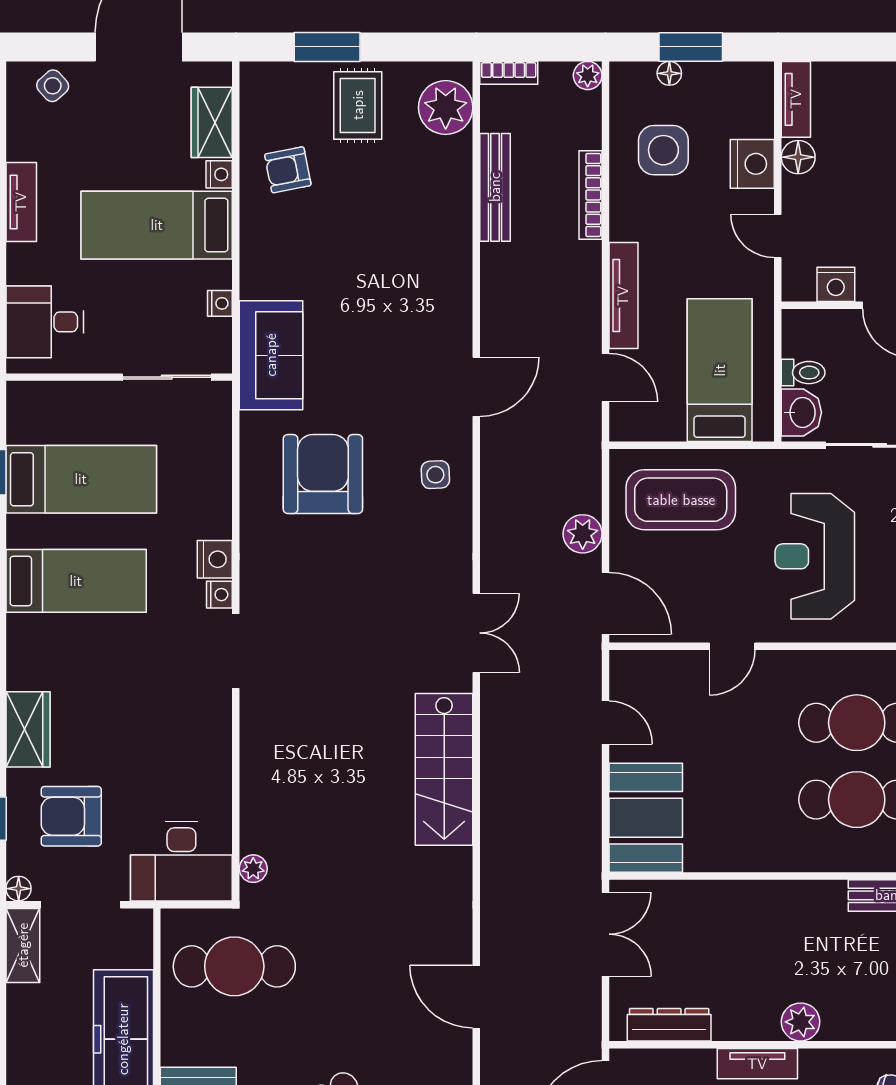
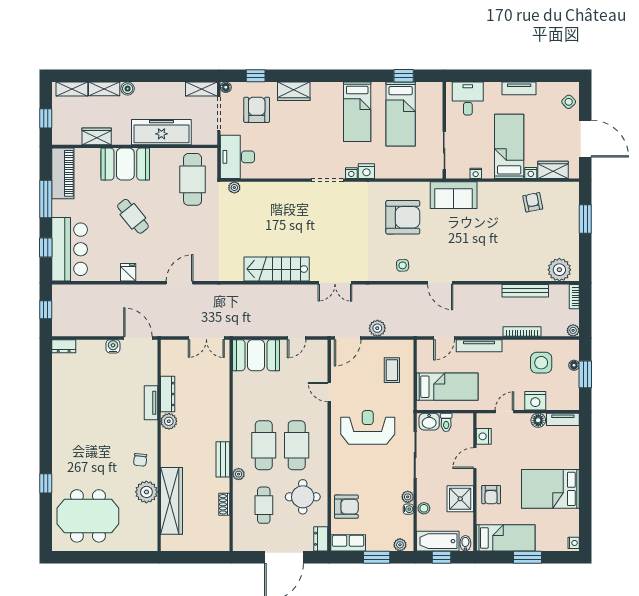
rug: (358, 105) -> (560, 232), removed
coffee table: (681, 500) -> (392, 370), width x0.54, depth x0.58
dresser: (669, 1025) -> (168, 394), moved

